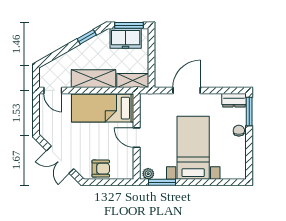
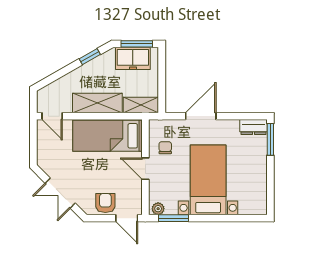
chair: (239, 131) -> (165, 148), moved
armchair: (101, 169) -> (105, 203), turned -90
door: (120, 182) -> (127, 218), added

